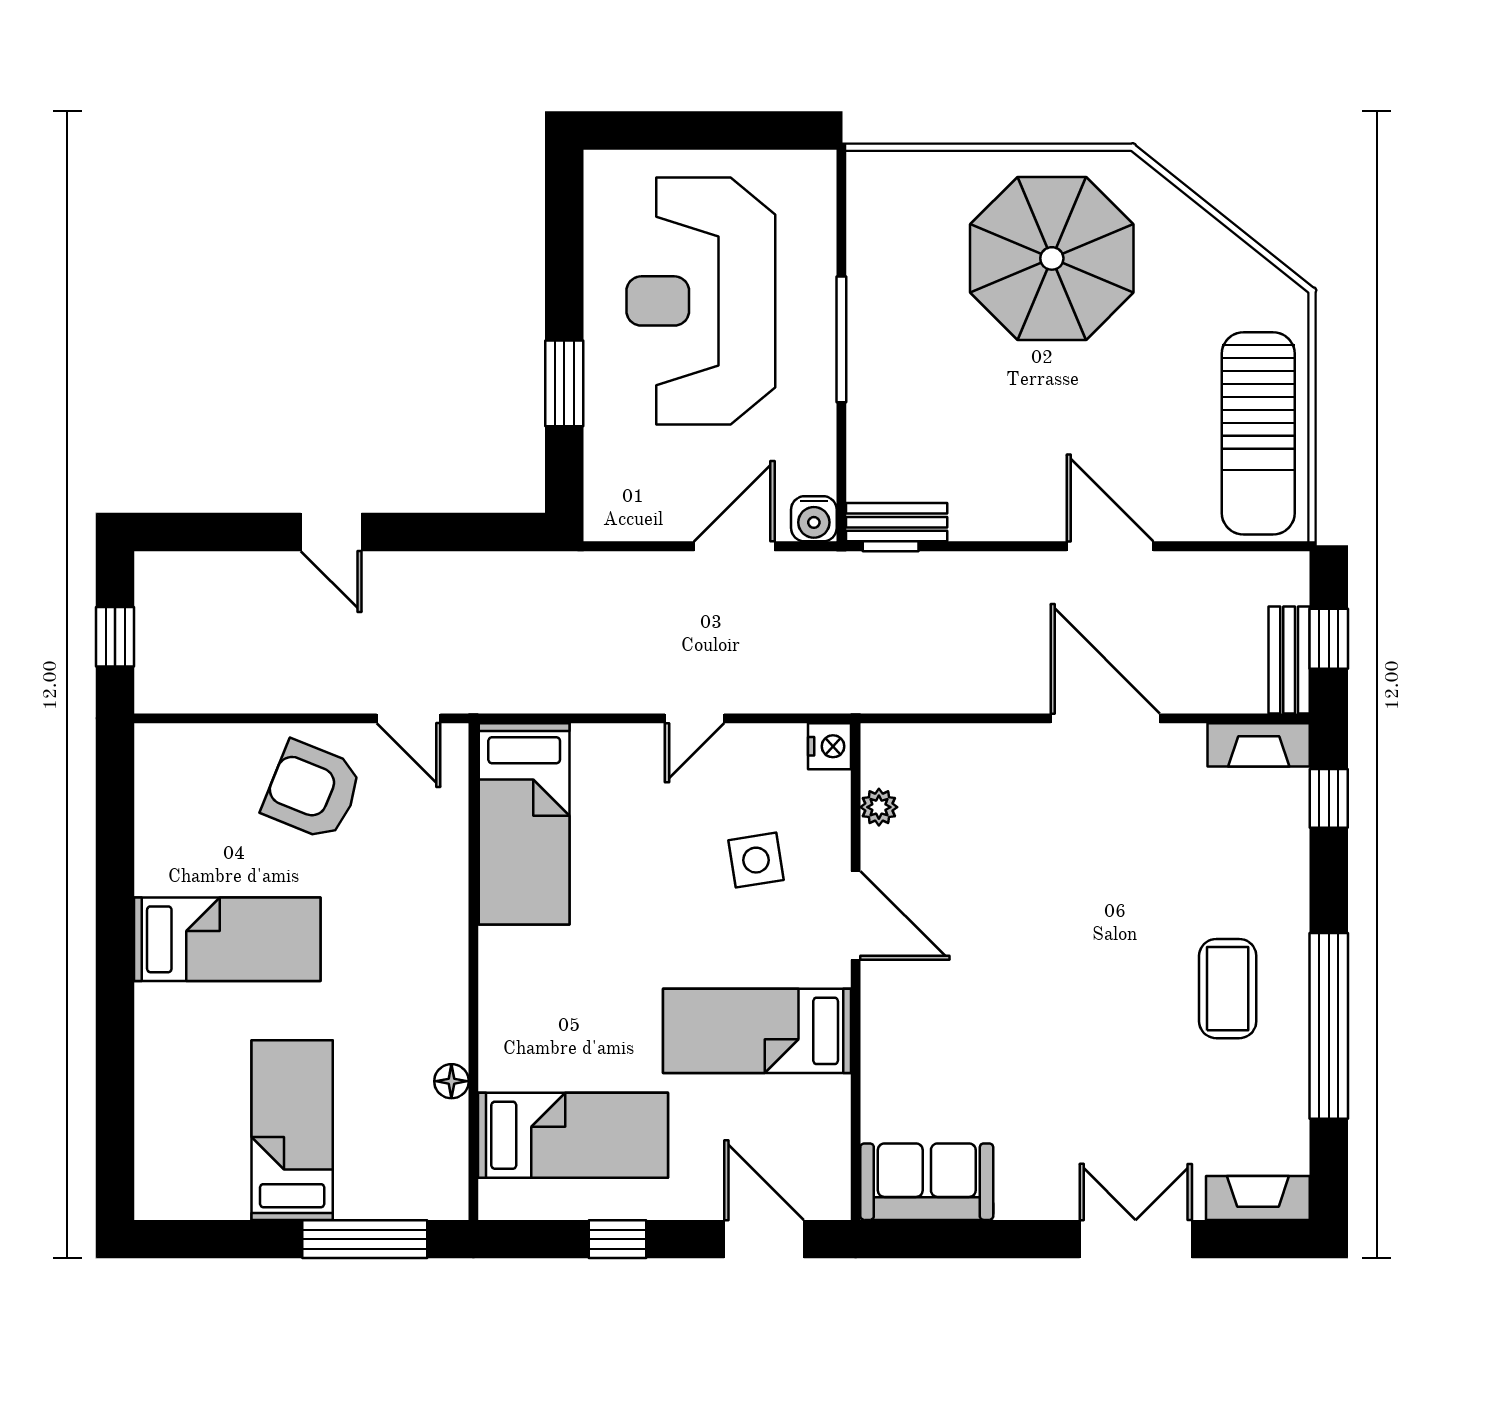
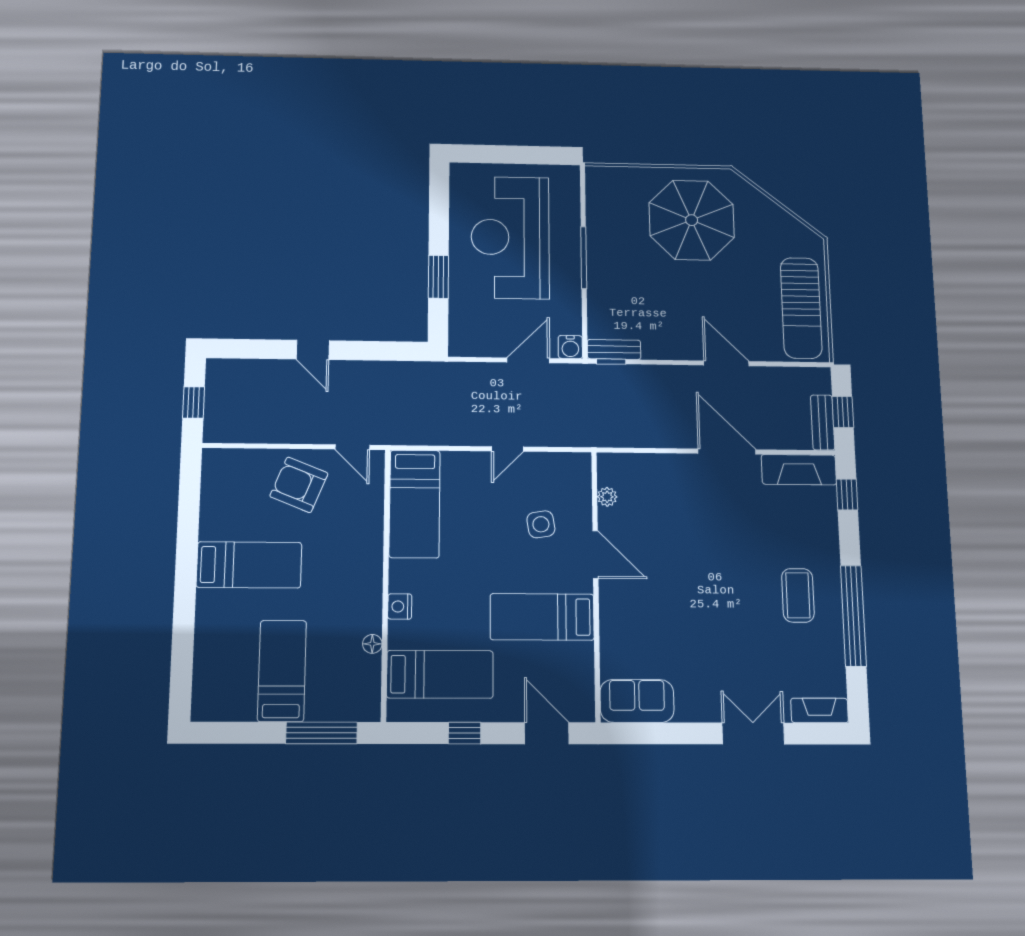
fireplace: (1259, 745) -> (799, 470), width x1.37, depth x1.32
nightstand: (830, 746) -> (400, 606), moved, turned 180

